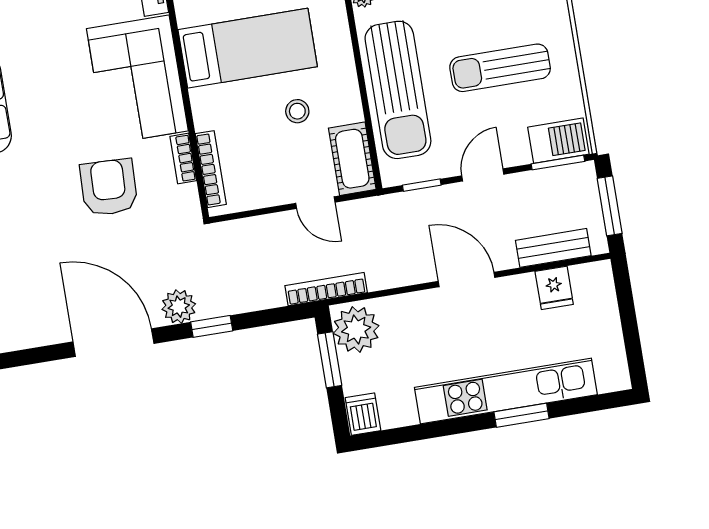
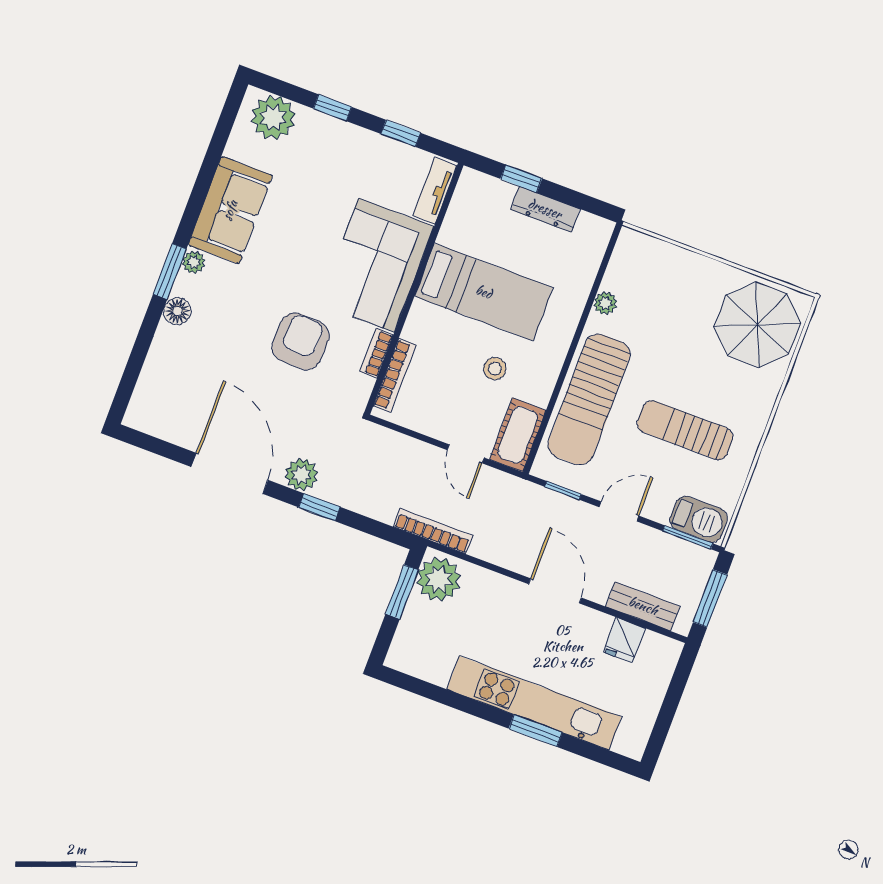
dishwasher: (363, 414) -> (404, 653), removed

